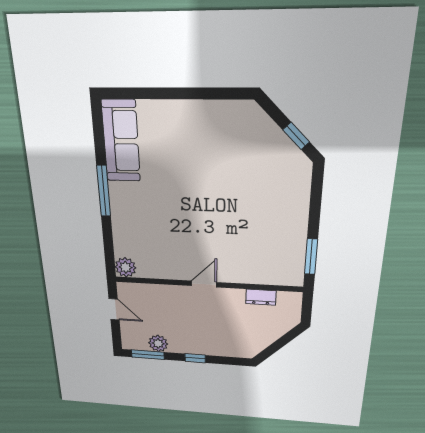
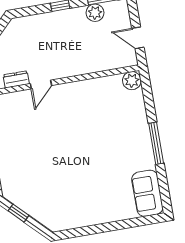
sofa: (121, 141) -> (147, 193), width x0.73
door: (204, 284) -> (41, 85), moved

